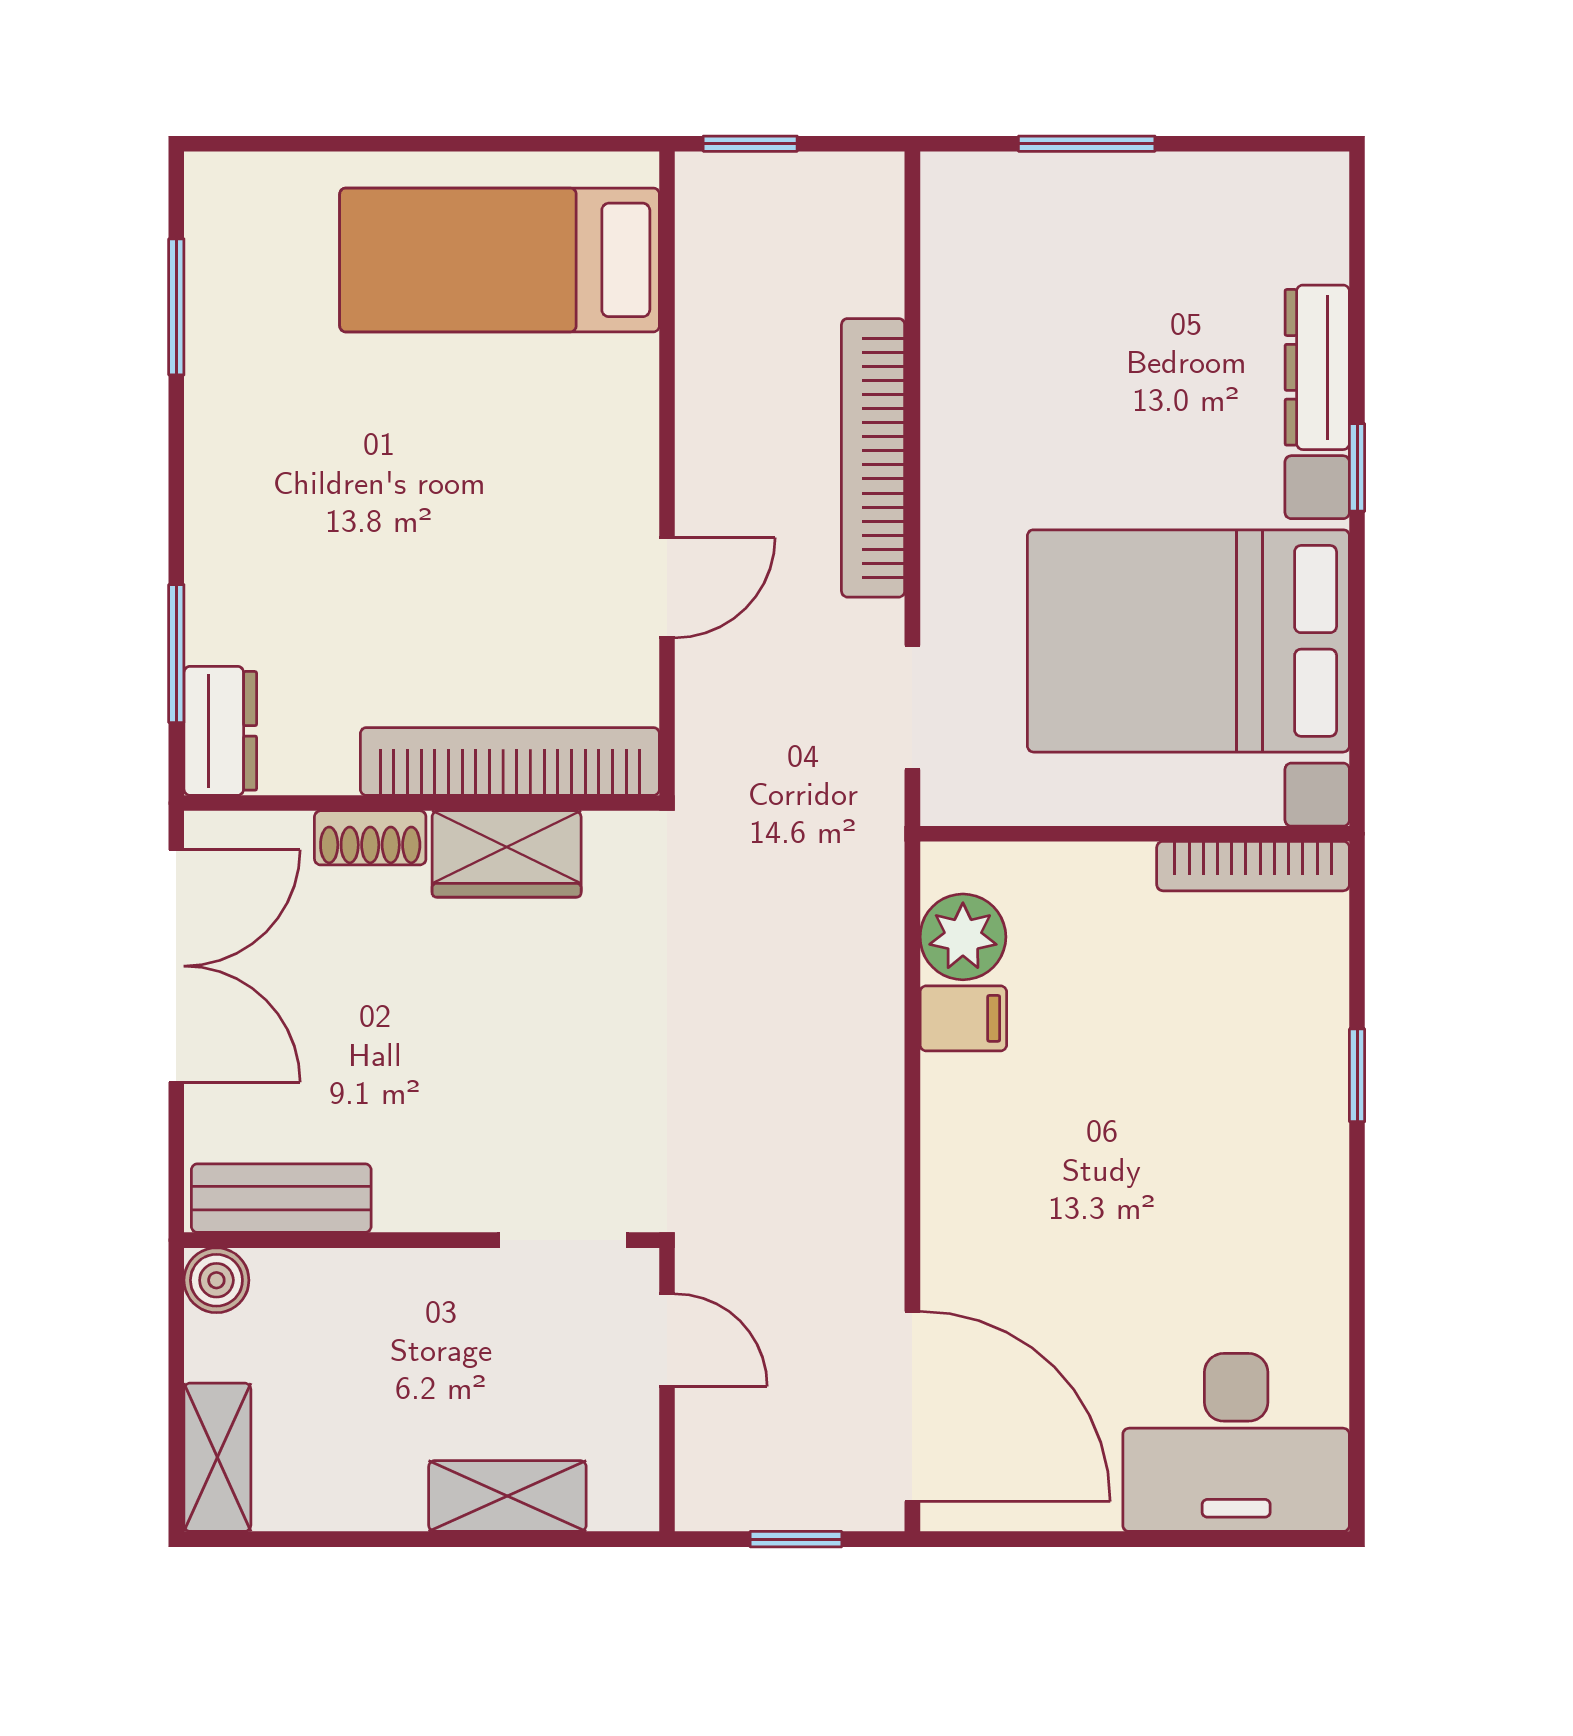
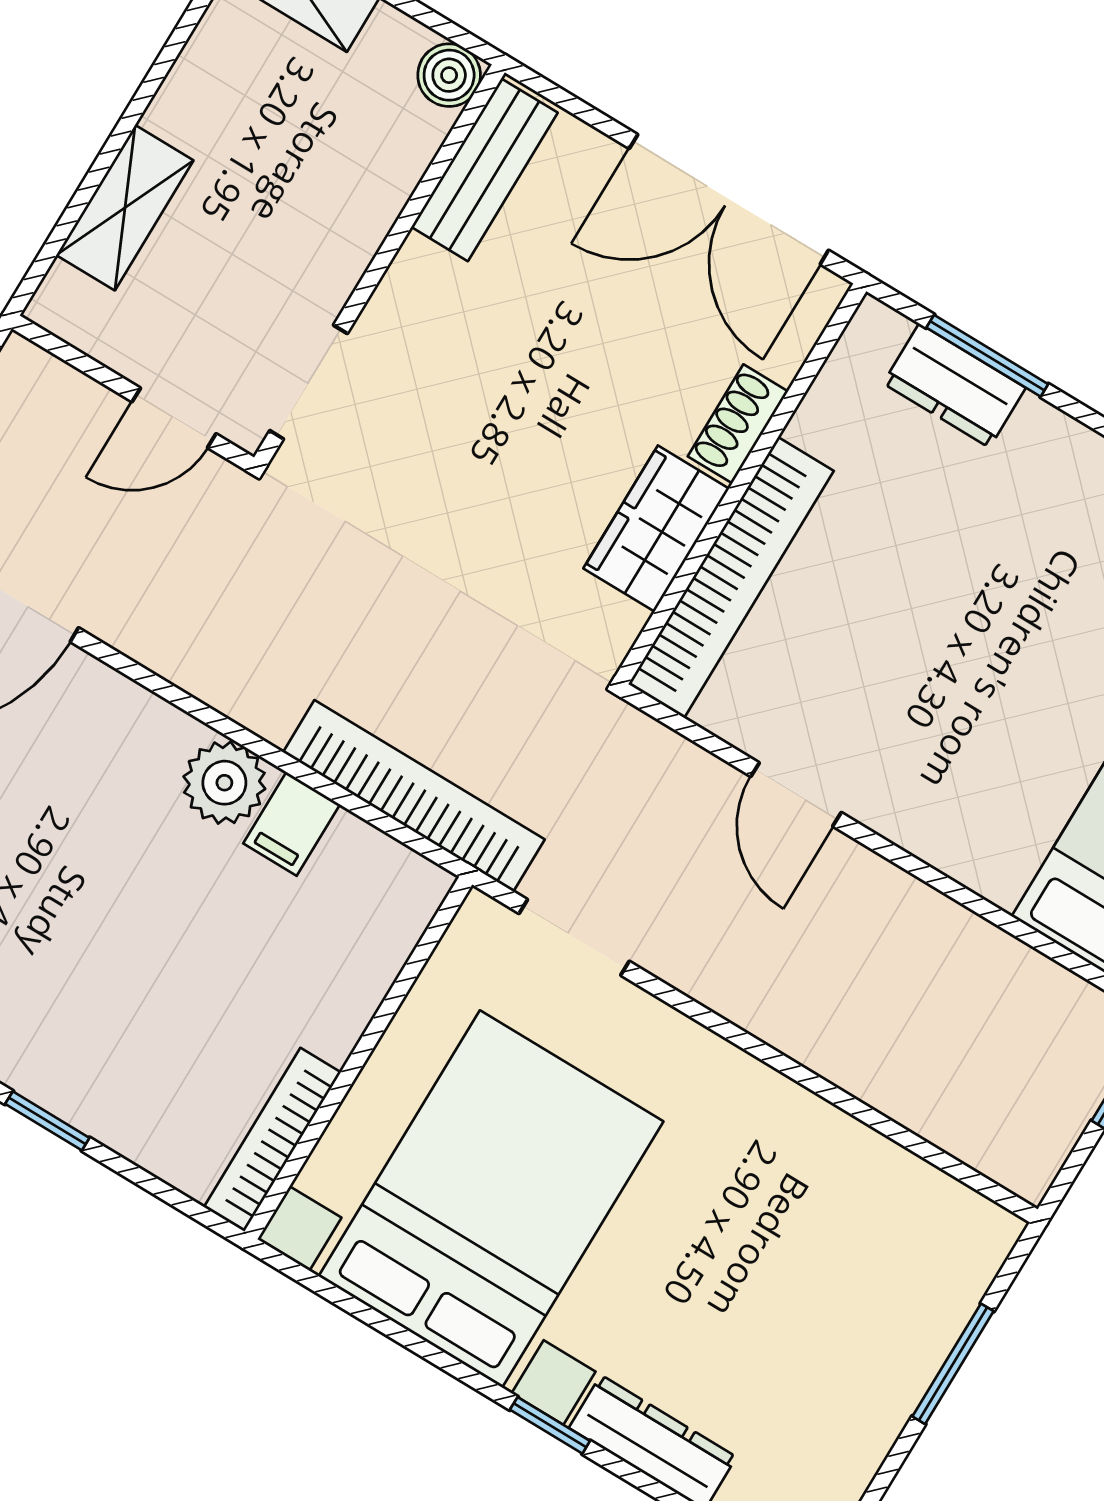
bookcase: (873, 458) -> (414, 796), moved
dresser: (220, 731) -> (954, 386), moved
plant: (963, 937) -> (224, 783), moved

